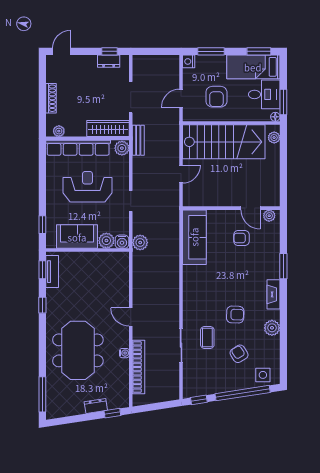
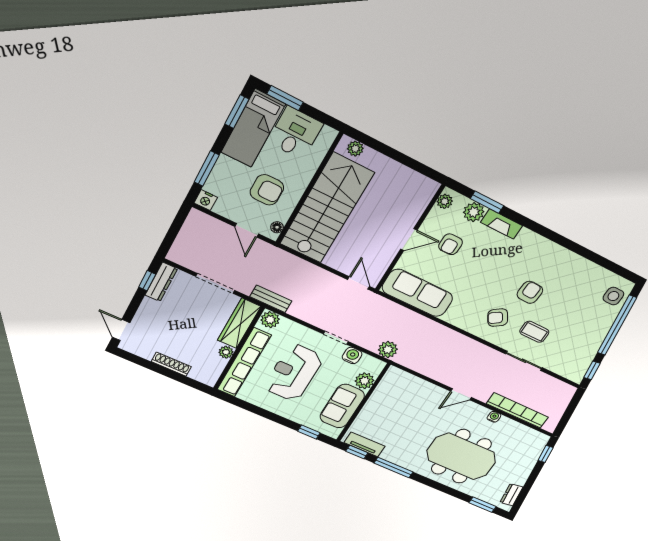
dresser: (109, 61) -> (161, 282), width x1.44
window: (283, 102) -> (285, 98), moved
floor lamp: (275, 117) -> (277, 227), moved
plant: (59, 131) -> (226, 352), moved
door: (181, 174) -> (359, 283), moved
door: (251, 208) -> (409, 240), moved
water cooler: (122, 242) -> (352, 356), moved, turned -90
window: (283, 266) -> (487, 202), moved
fireplace: (274, 294) -> (502, 224), moved
window: (42, 305) -> (394, 467), width x2.17
plant: (272, 328) -> (474, 212), moved
armchair: (239, 354) -> (498, 318), moved
window: (42, 394) -> (483, 505), width x0.69
dresser: (96, 406) -> (511, 495), moved

